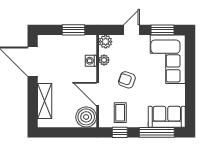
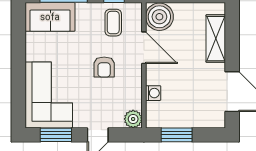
plant: (104, 60) -> (135, 94), removed
armchair: (127, 80) -> (104, 67), turned 71

